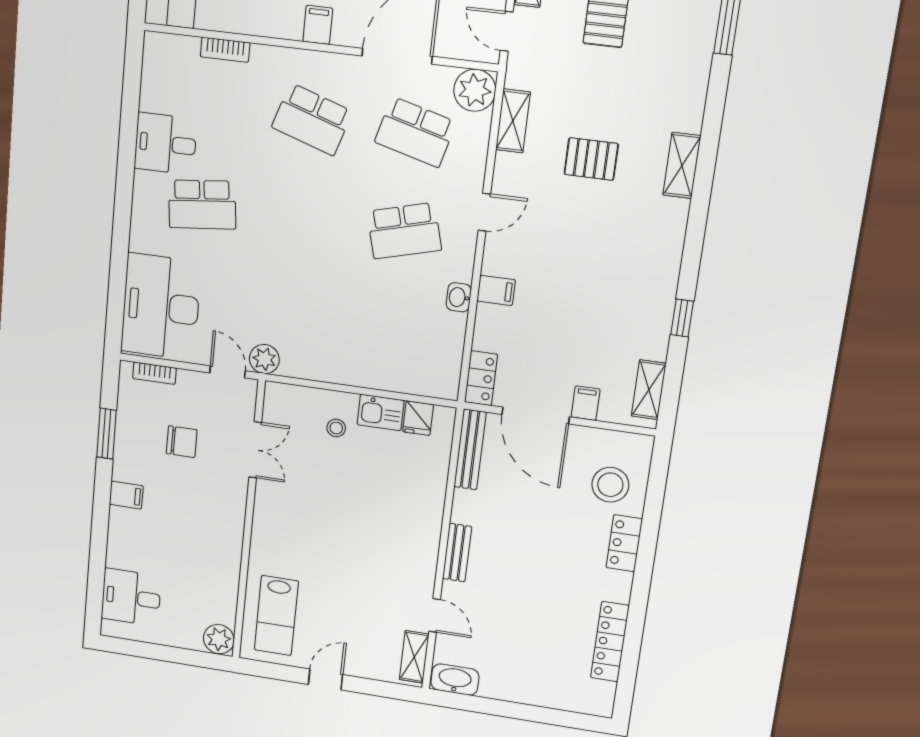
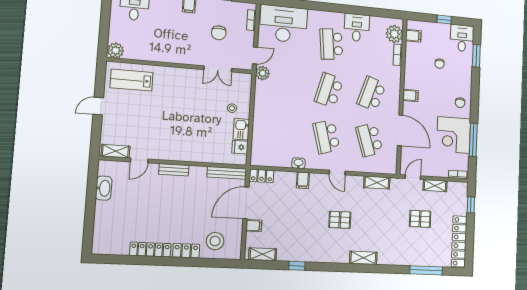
plant: (475, 90) -> (394, 34), moved
school desk: (415, 132) -> (369, 140), turned -33
pallet: (591, 159) -> (340, 220), moved, turned 90
school desk: (302, 218) -> (329, 90), added
locker: (610, 642) -> (150, 250), moved
door: (325, 680) -> (98, 106), swing flipped
washbasin: (455, 680) -> (104, 188), moved

